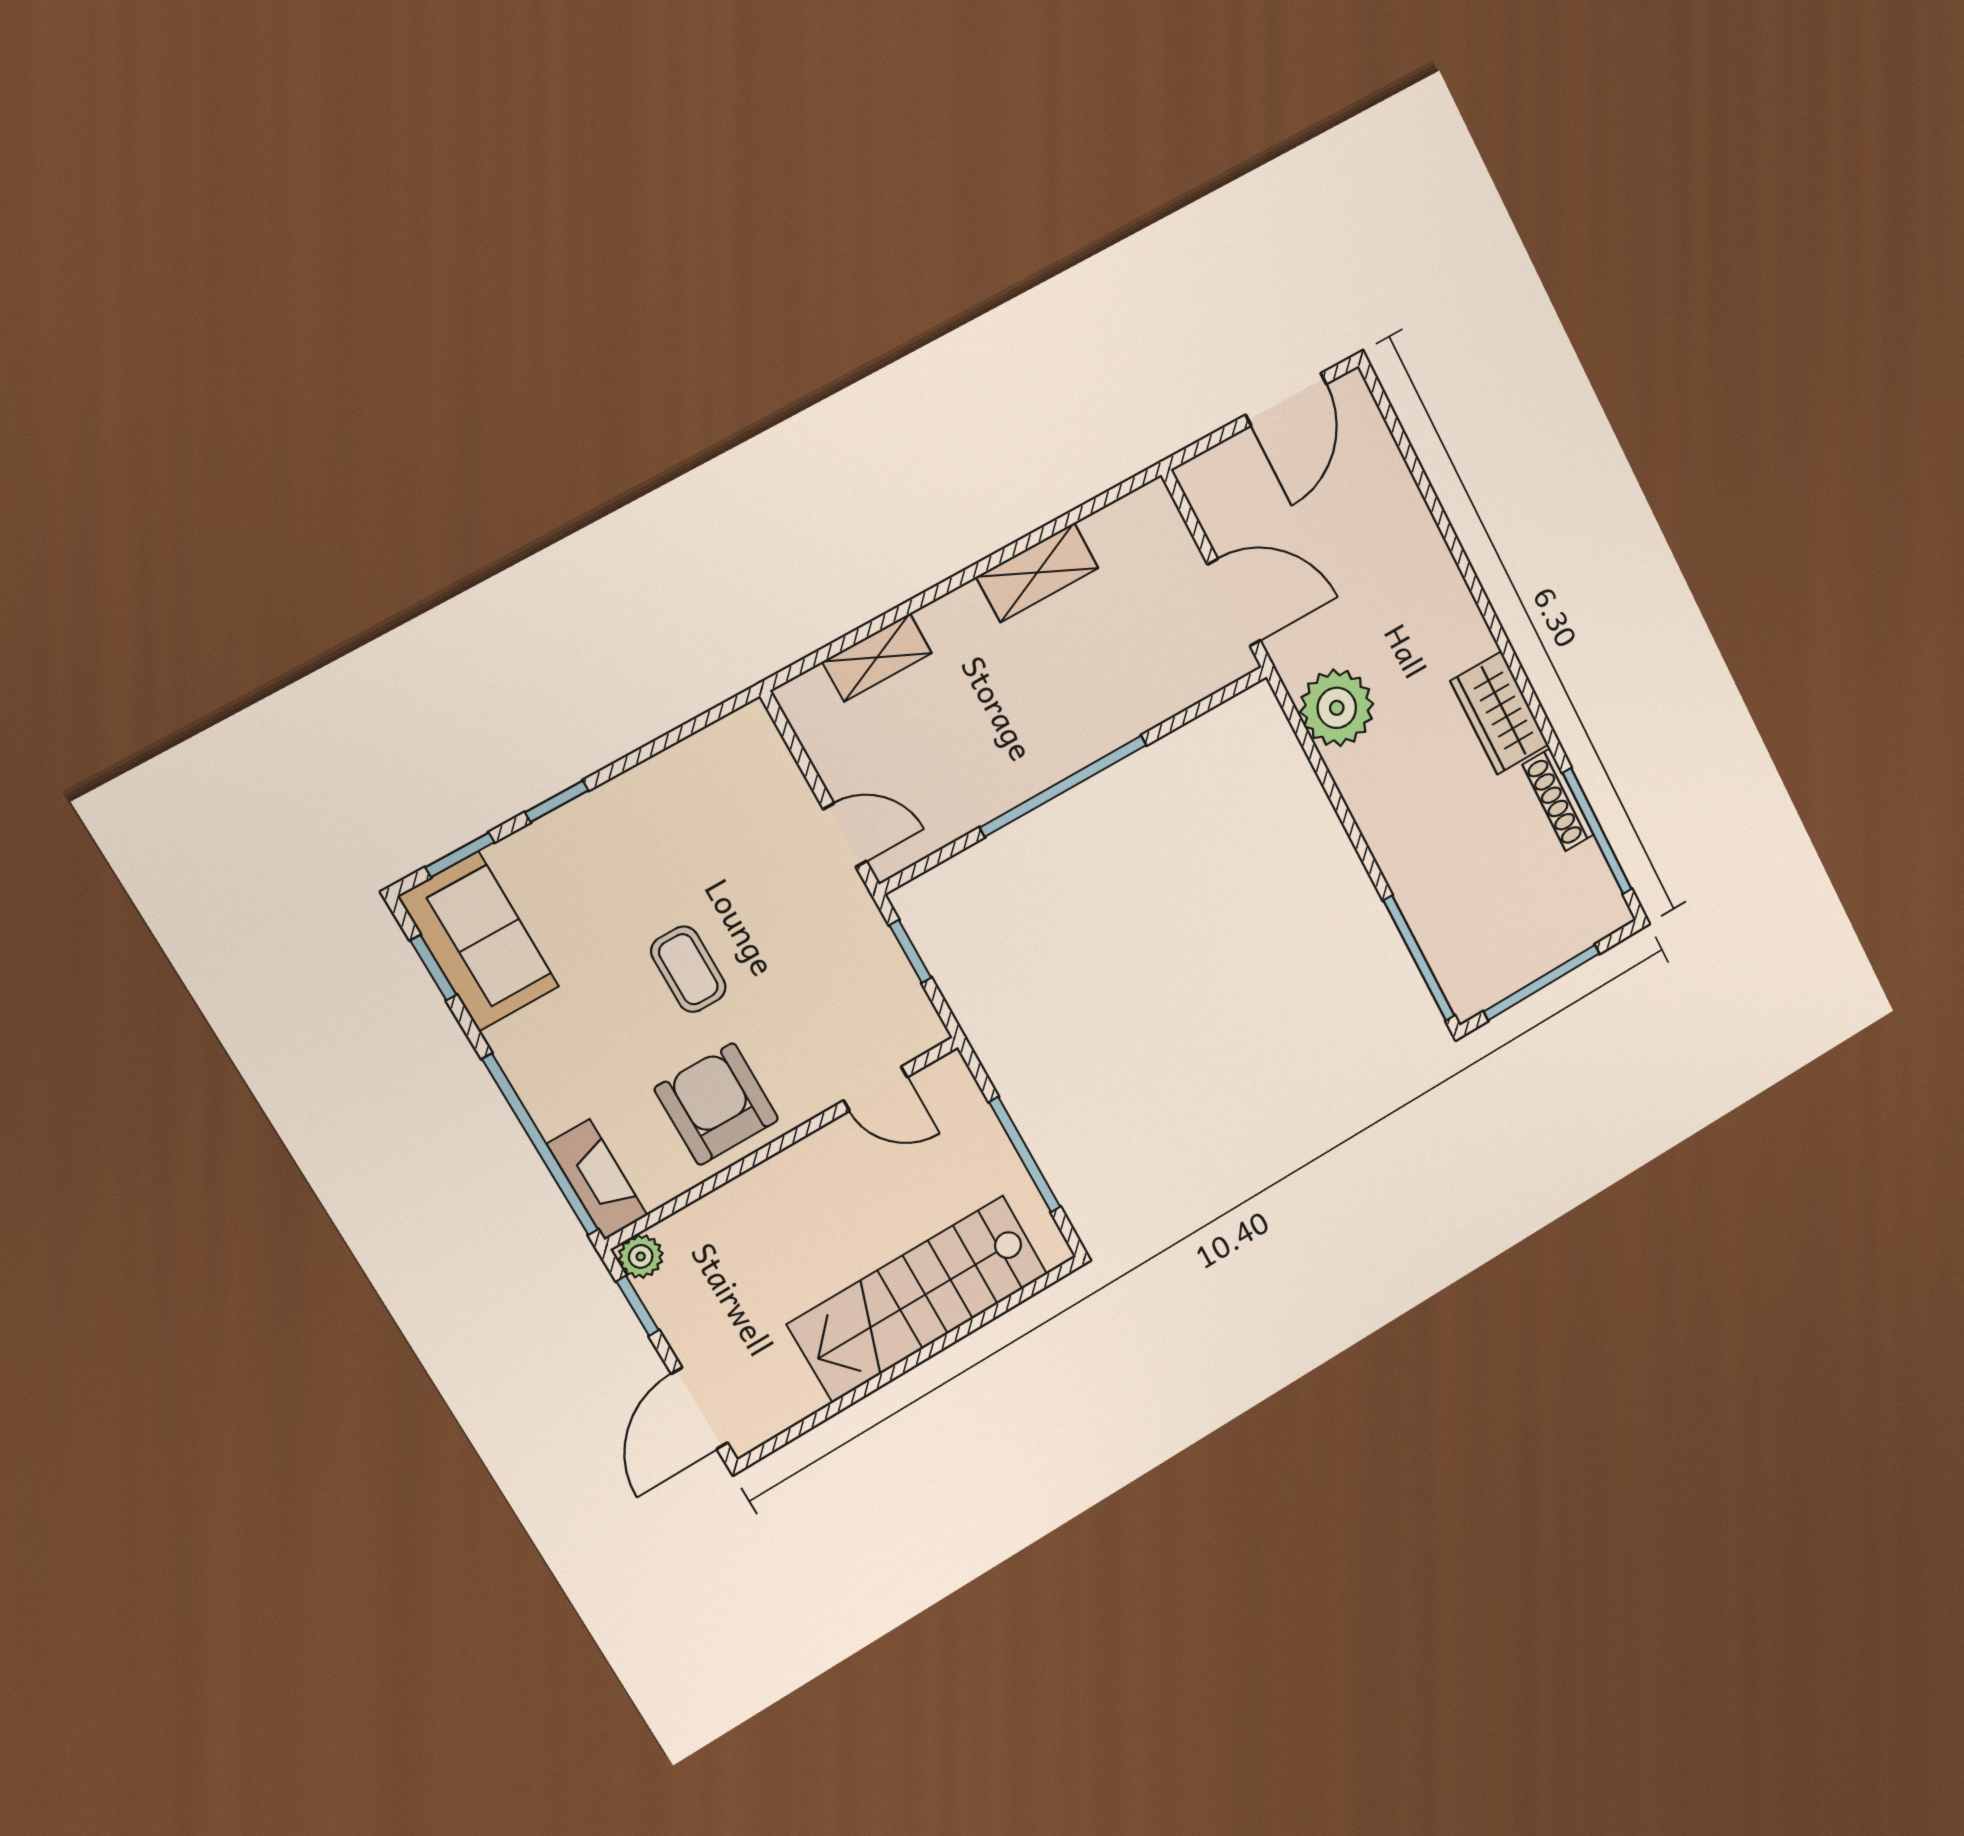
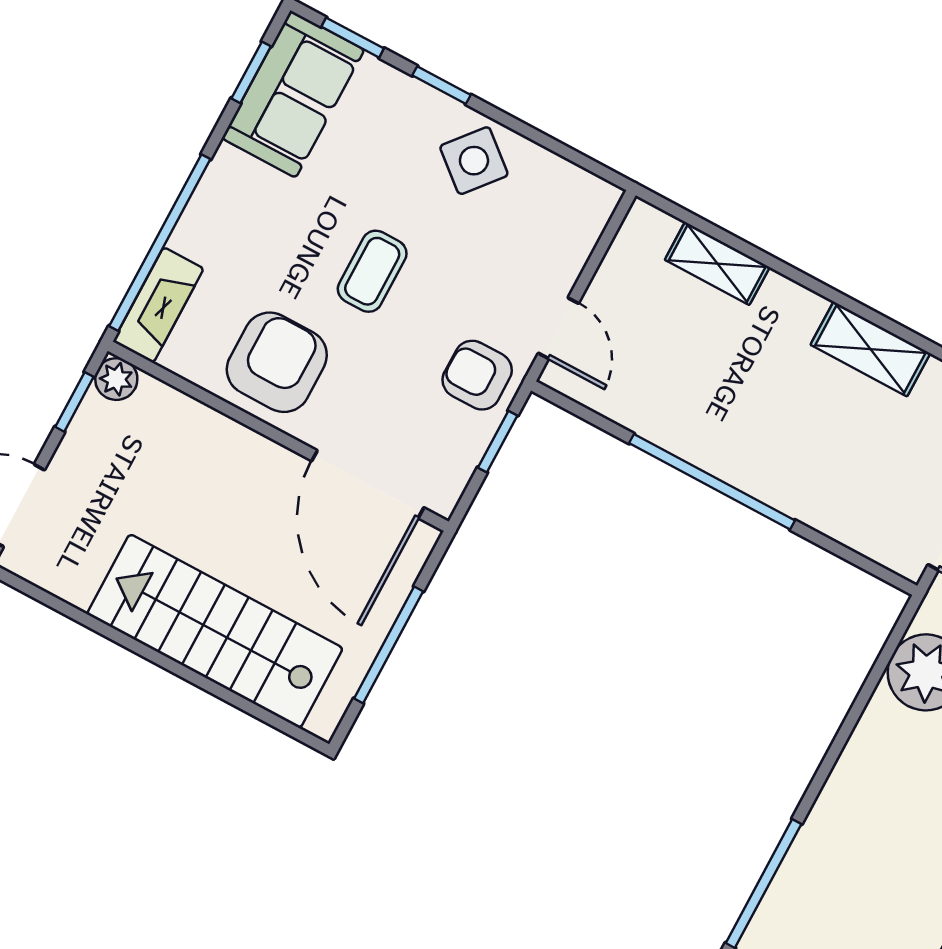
side table: (646, 815) -> (474, 161), added
armchair: (841, 933) -> (477, 375), added
door: (875, 1089) -> (368, 484), width x1.87

